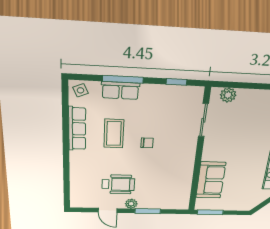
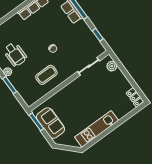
coffee table: (114, 134) -> (46, 75), moved
sofa: (211, 180) -> (51, 123), moved, turned -90

